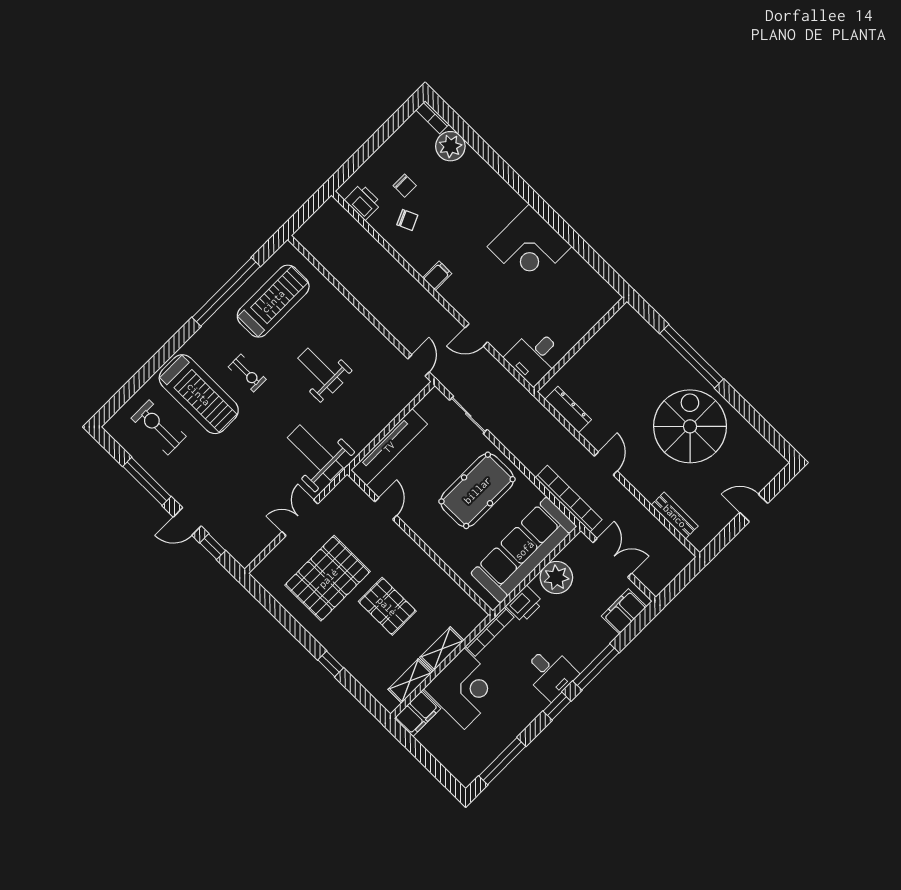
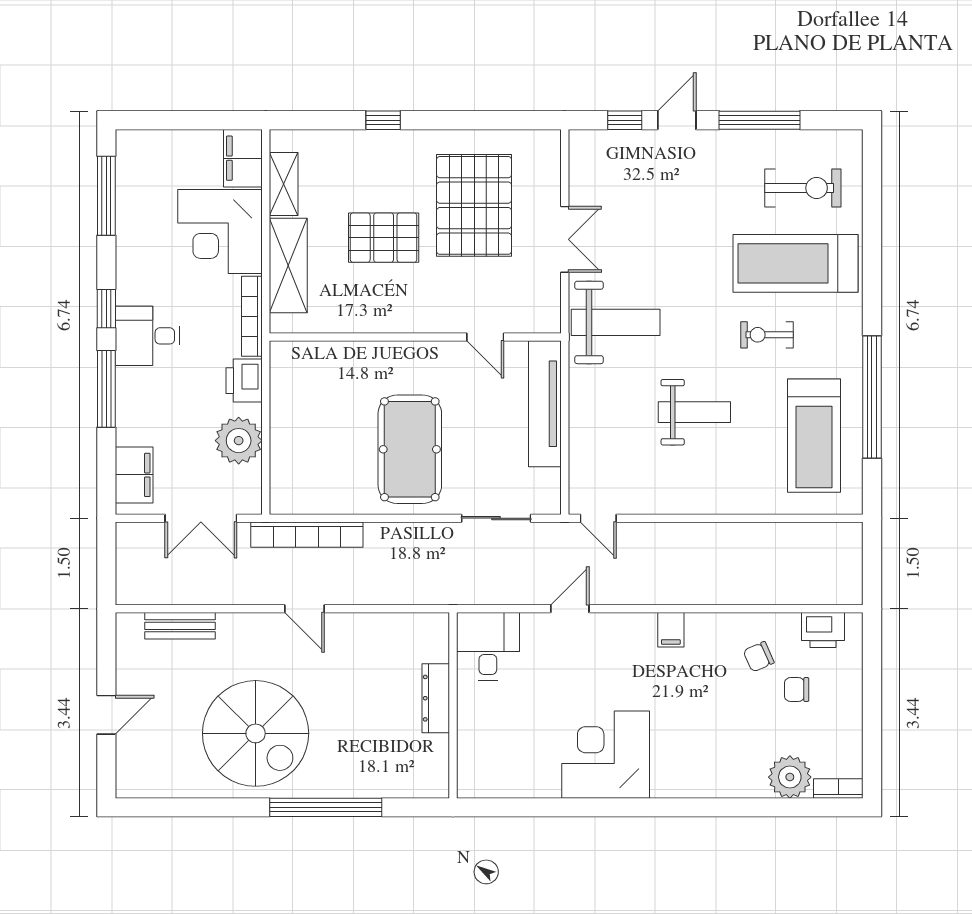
dresser: (568, 410) -> (436, 698), moved, turned 90
sofa: (524, 550) -> (301, 436), removed
shelving: (442, 649) -> (288, 265), width x1.50, depth x1.33

